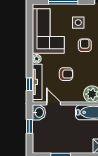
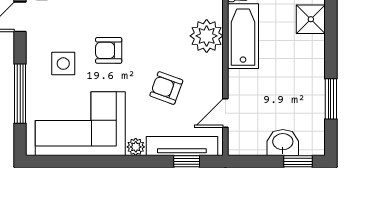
armchair: (66, 74) -> (166, 88), turned -70
washbasin: (39, 112) -> (283, 142), moved
window: (29, 126) -> (298, 161), moved

